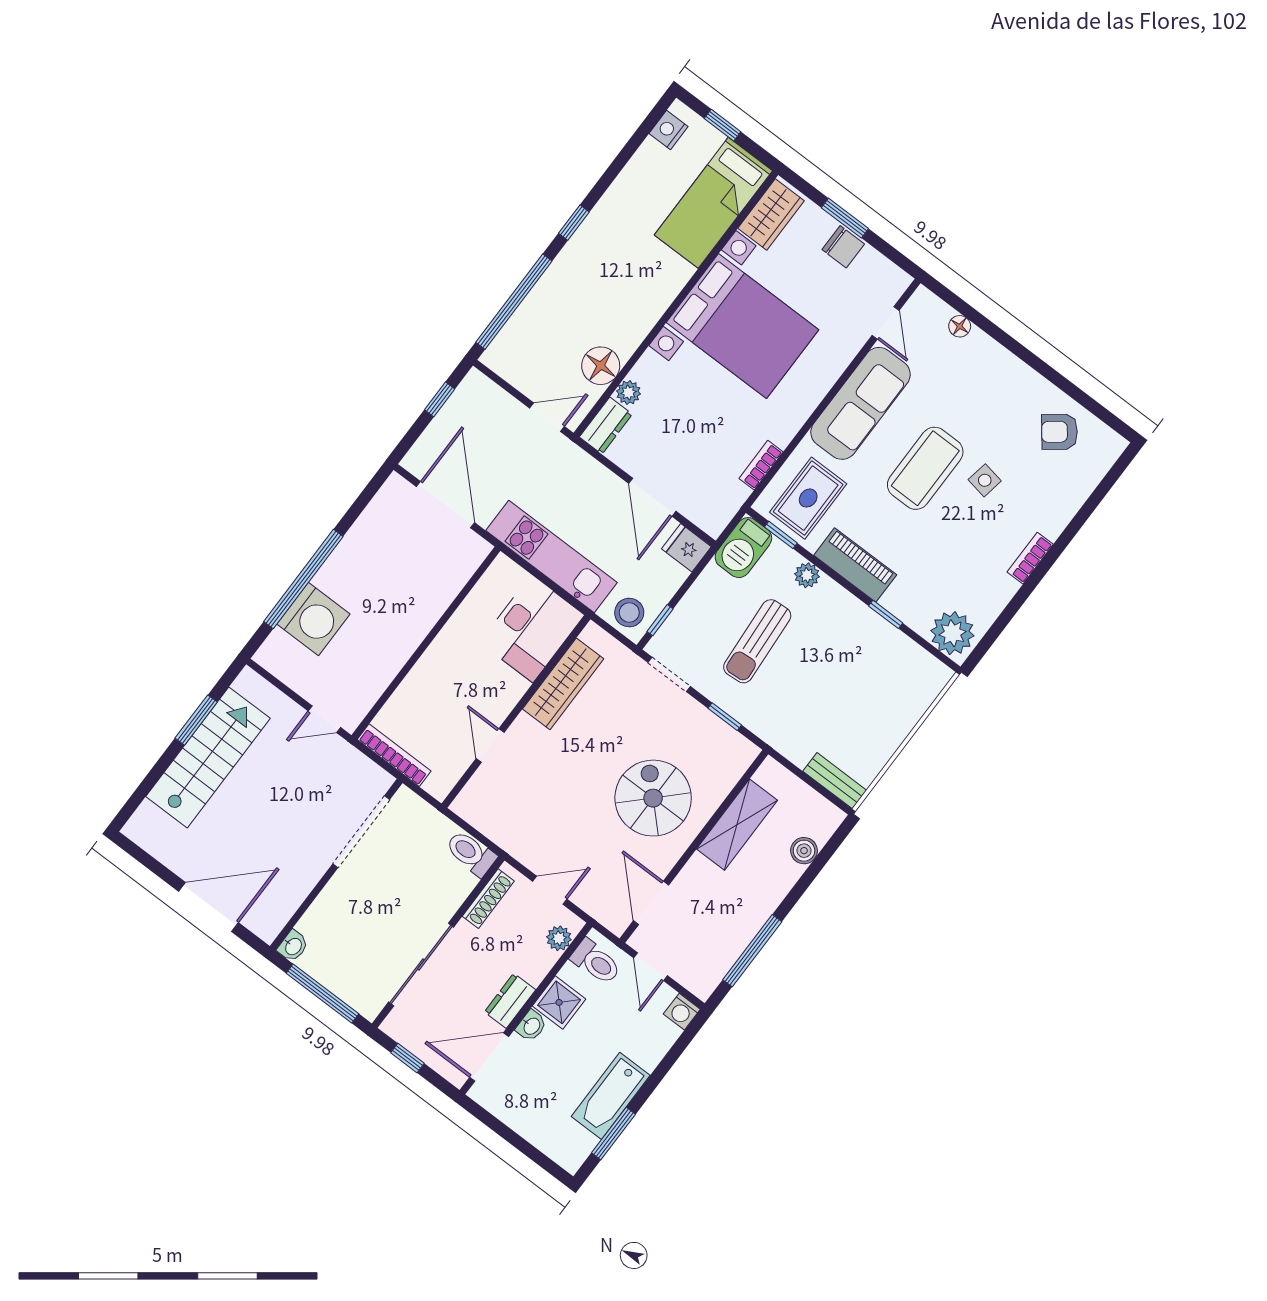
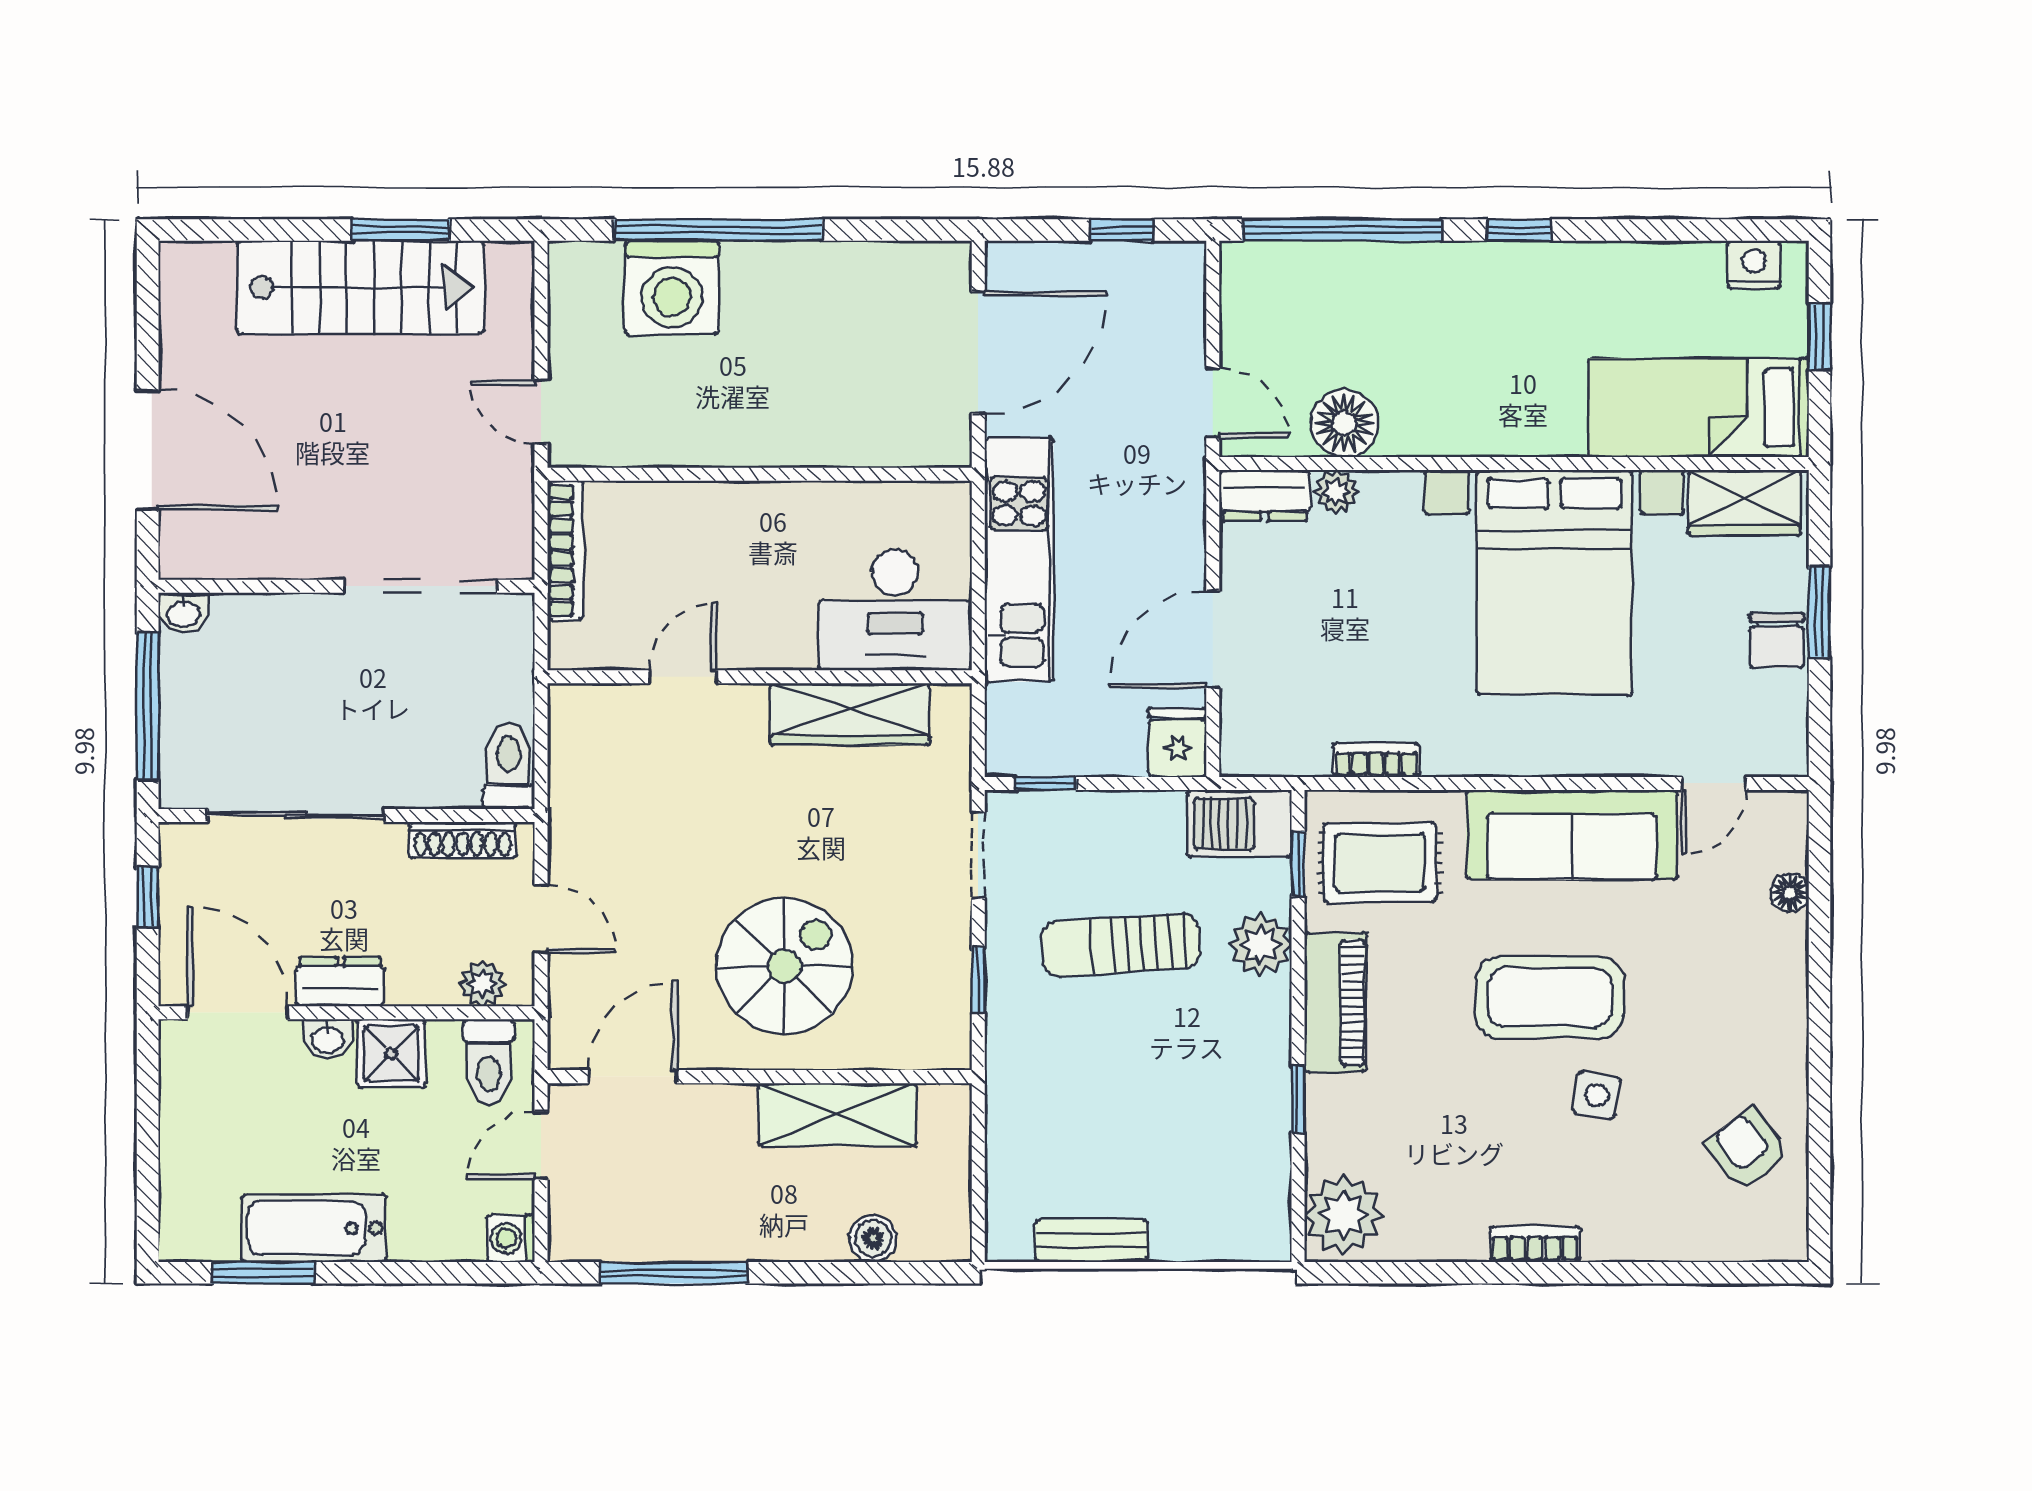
plant: (807, 575) -> (1260, 945), width x1.38, depth x1.38
stool: (629, 613) -> (1023, 731), removed
bench: (835, 781) -> (1091, 1241), moved, turned 90

